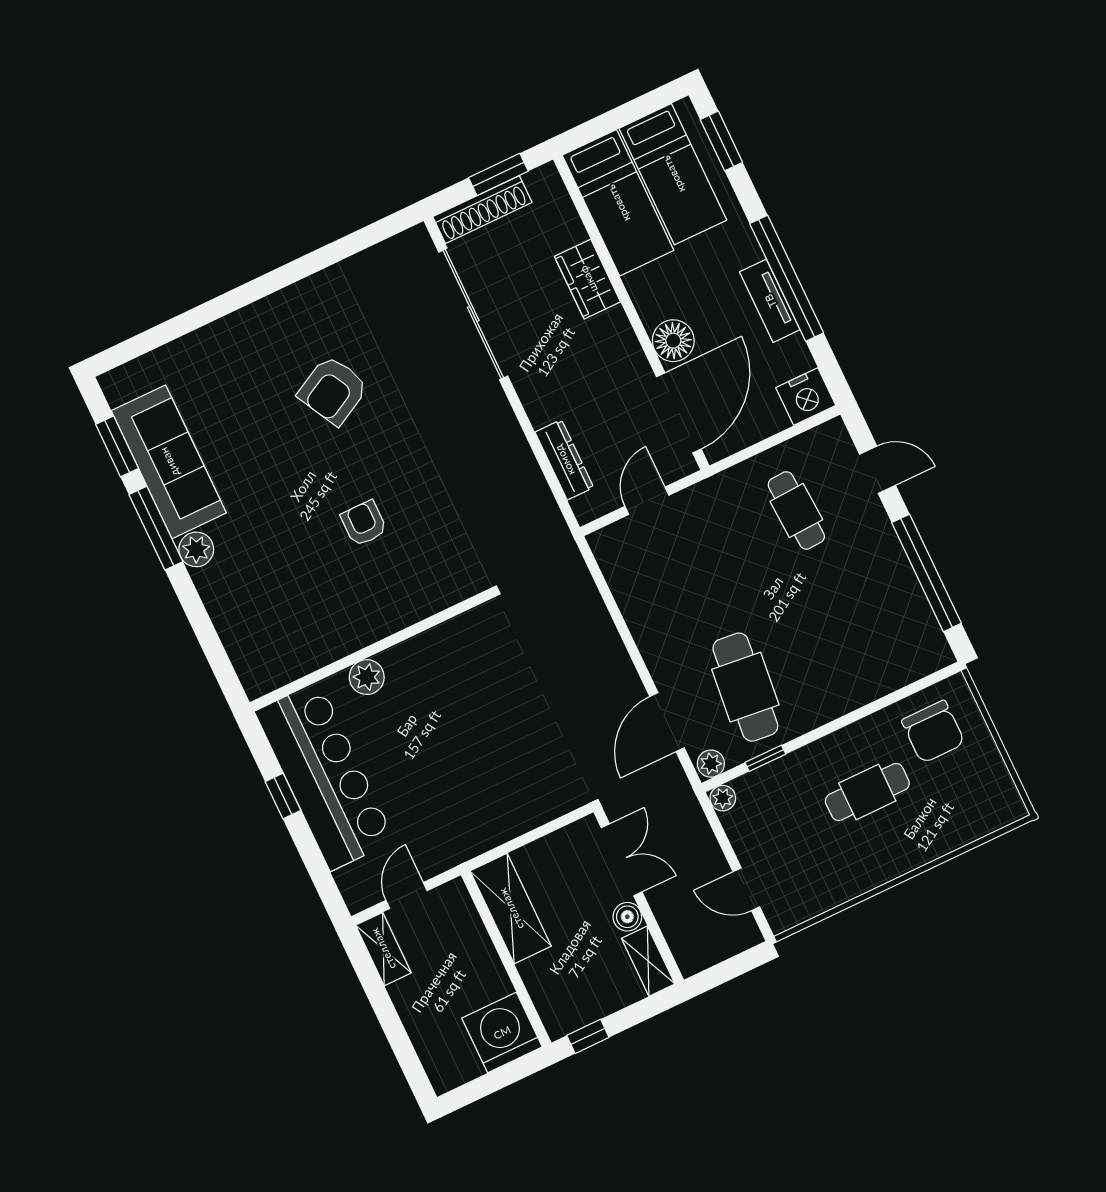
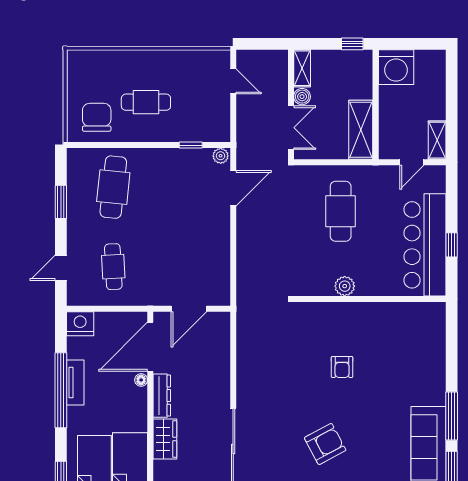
floor lamp: (673, 341) -> (141, 380), width x0.53, depth x0.53
dresser: (564, 460) -> (162, 396), moved, turned 180
door: (878, 470) -> (61, 268), hinge flipped
door: (647, 501) -> (189, 309), width x1.38
plant: (196, 549) -> (436, 395), removed
window: (927, 573) -> (61, 202), width x0.47
plant: (367, 677) -> (345, 286), moved
cafe table: (745, 687) -> (113, 187), moved
cafe table: (482, 766) -> (341, 211), added
plant: (723, 798) -> (223, 135), removed
double door: (622, 860) -> (291, 128), swing flipped

